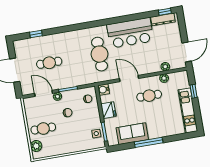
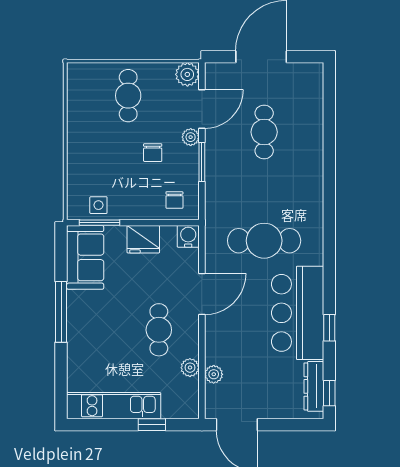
window: (36, 34) -> (329, 328), moved
sofa: (132, 134) -> (85, 257), moved
plant: (36, 146) -> (187, 74), moved

